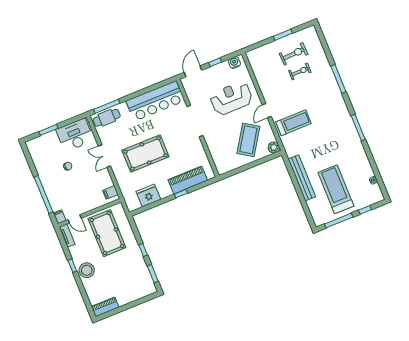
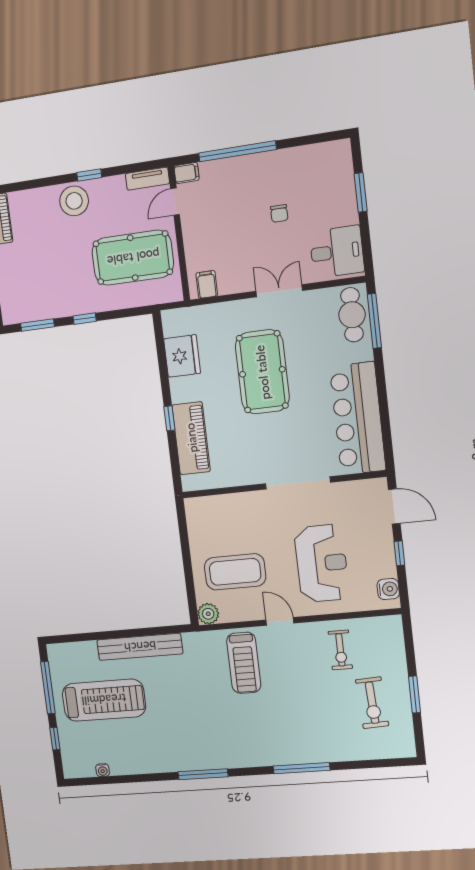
exercise bike: (300, 71) -> (340, 650), moved
desk: (75, 135) -> (337, 252), width x0.73
coffee table: (248, 140) -> (235, 572), turned -33

